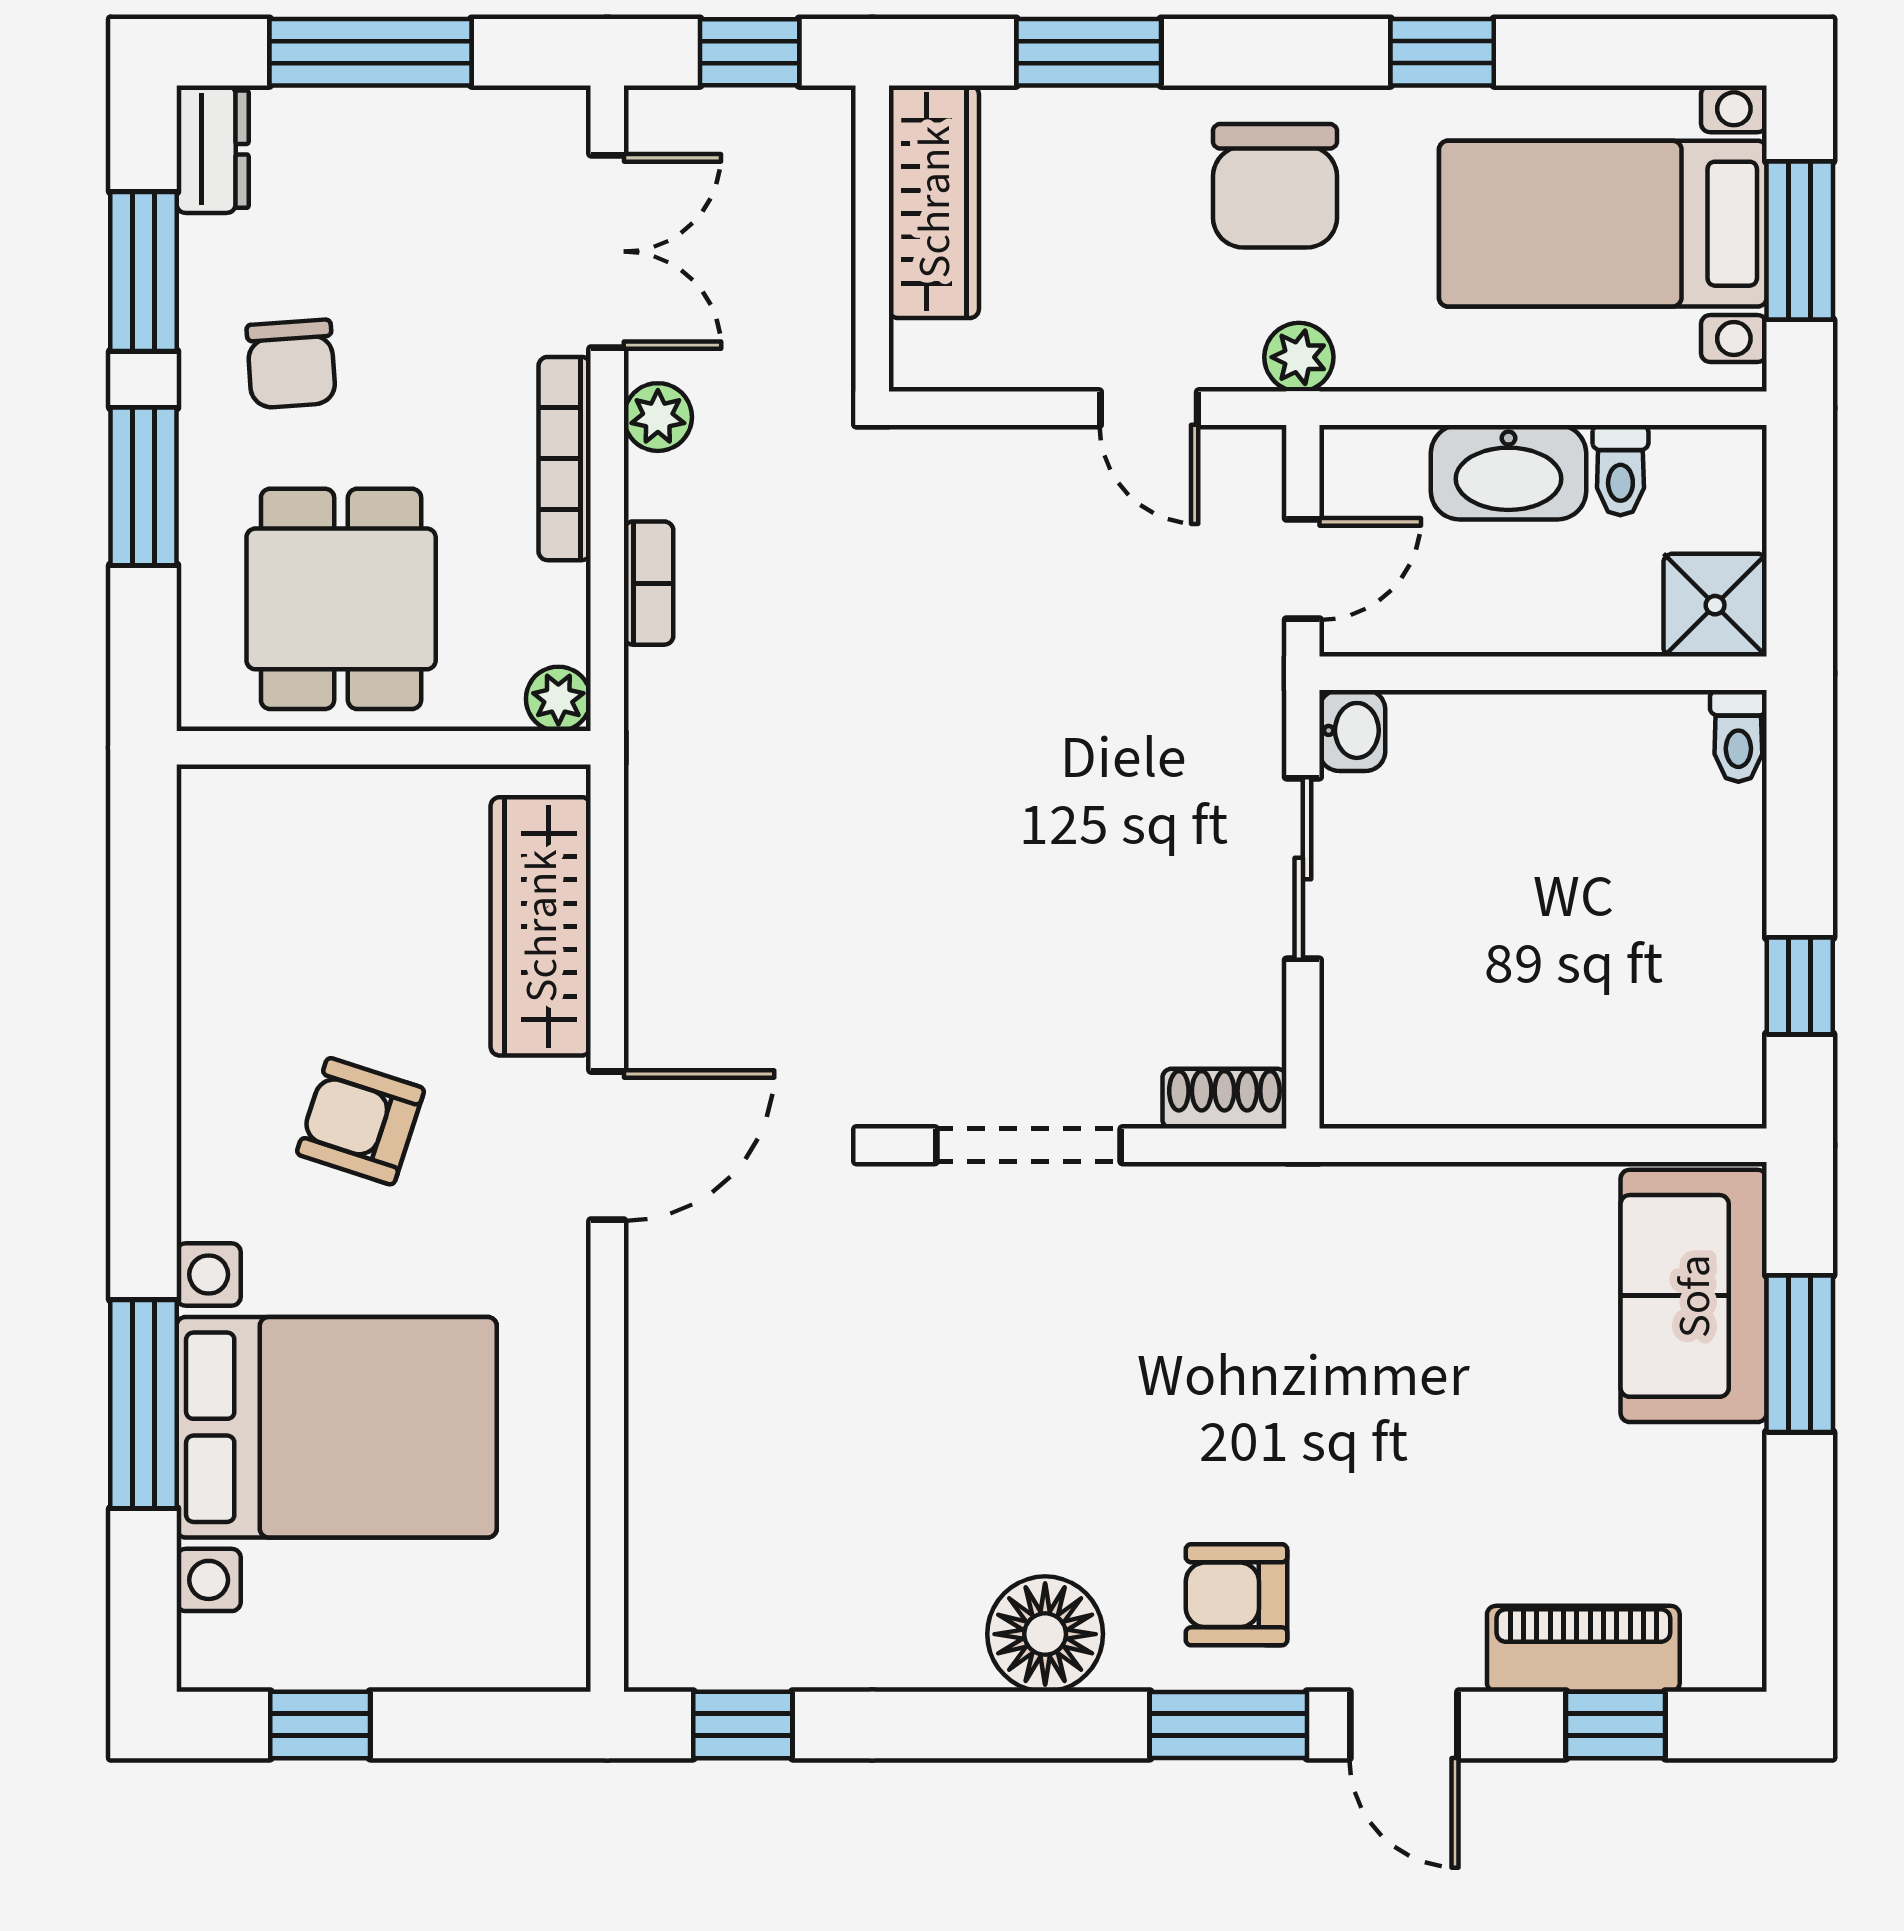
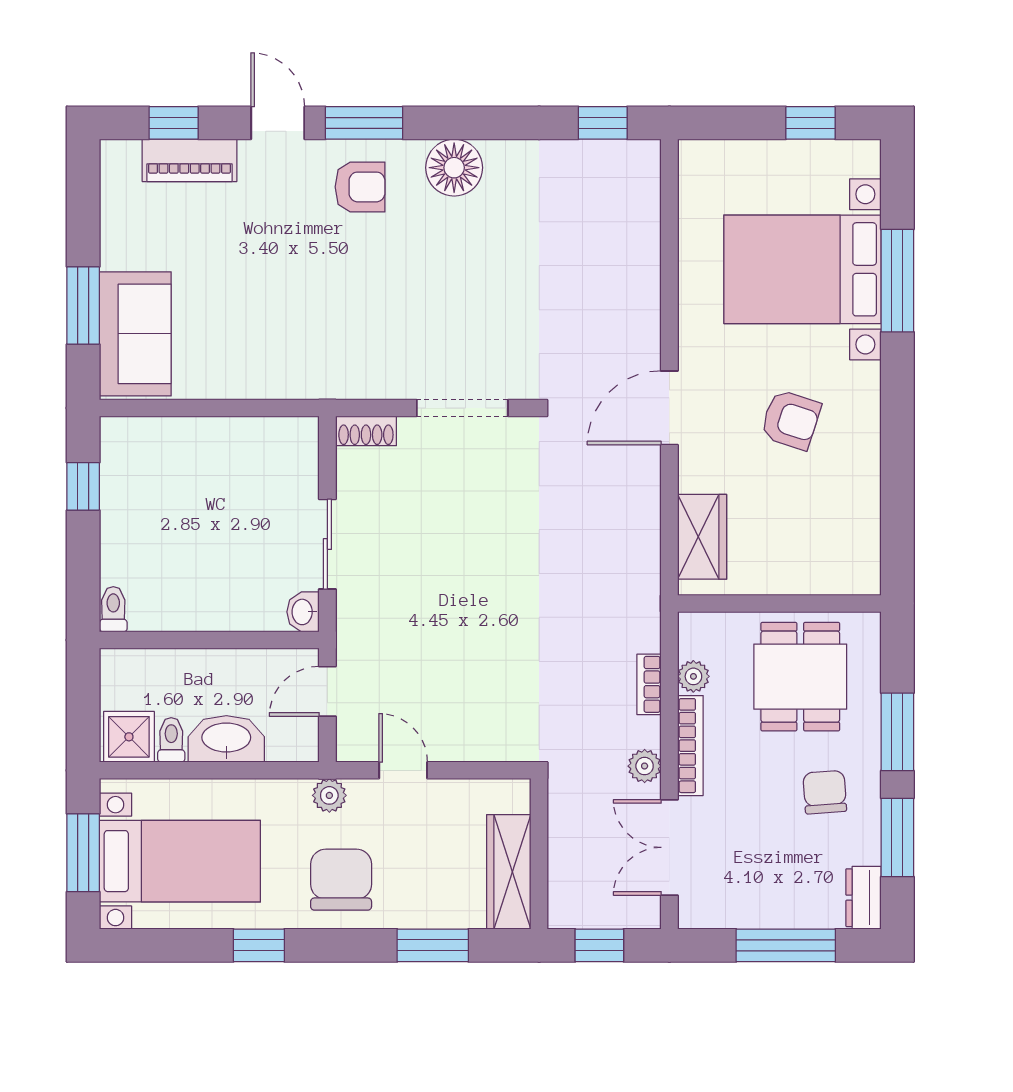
shower: (1715, 605) -> (129, 737), moved
plant: (558, 699) -> (693, 676), moved
wardrobe: (541, 926) -> (702, 537), width x0.67

